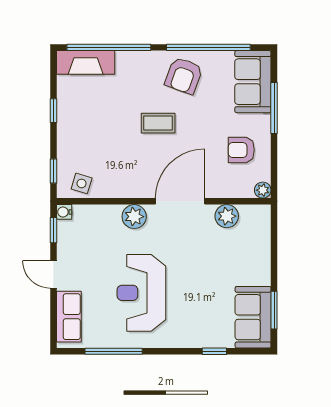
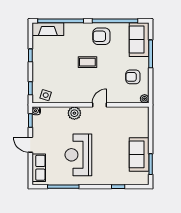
armchair: (184, 76) -> (101, 36), turned 70
door: (180, 201) -> (99, 105), width x0.53
plant: (227, 216) -> (125, 113), removed
sofa: (253, 317) -> (139, 154), moved

